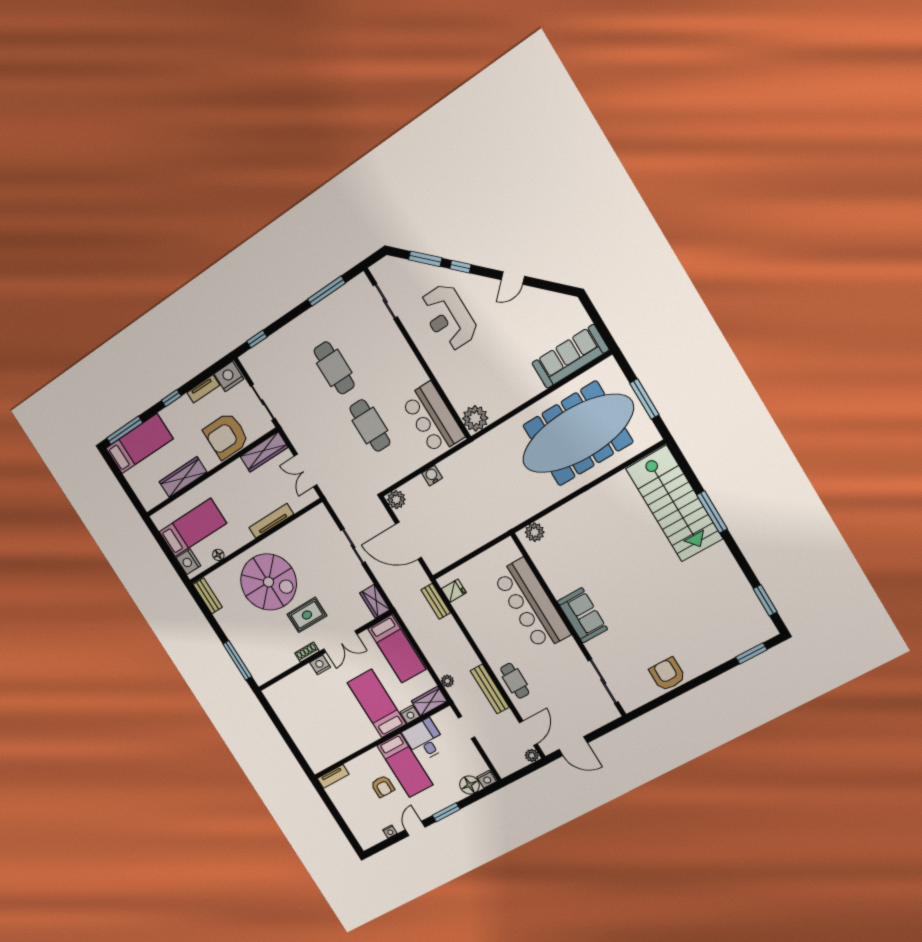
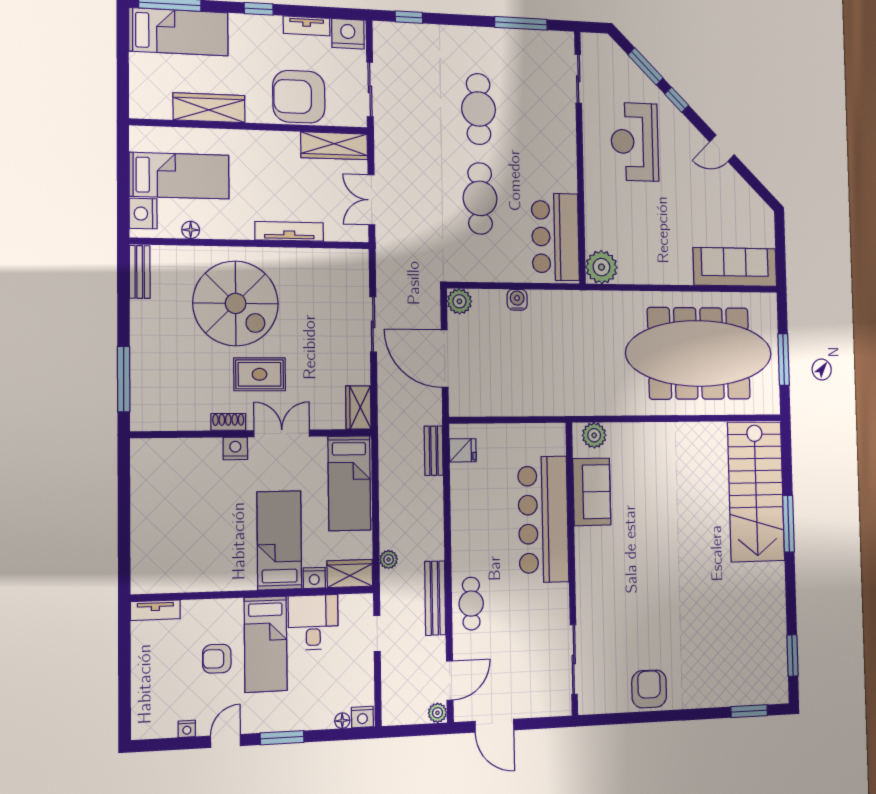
sofa: (582, 615) -> (592, 492), moved
double door: (340, 642) -> (282, 433), swing flipped
floor lamp: (470, 785) -> (342, 721), width x0.53, depth x0.53
armchair: (383, 786) -> (217, 659), turned 90

